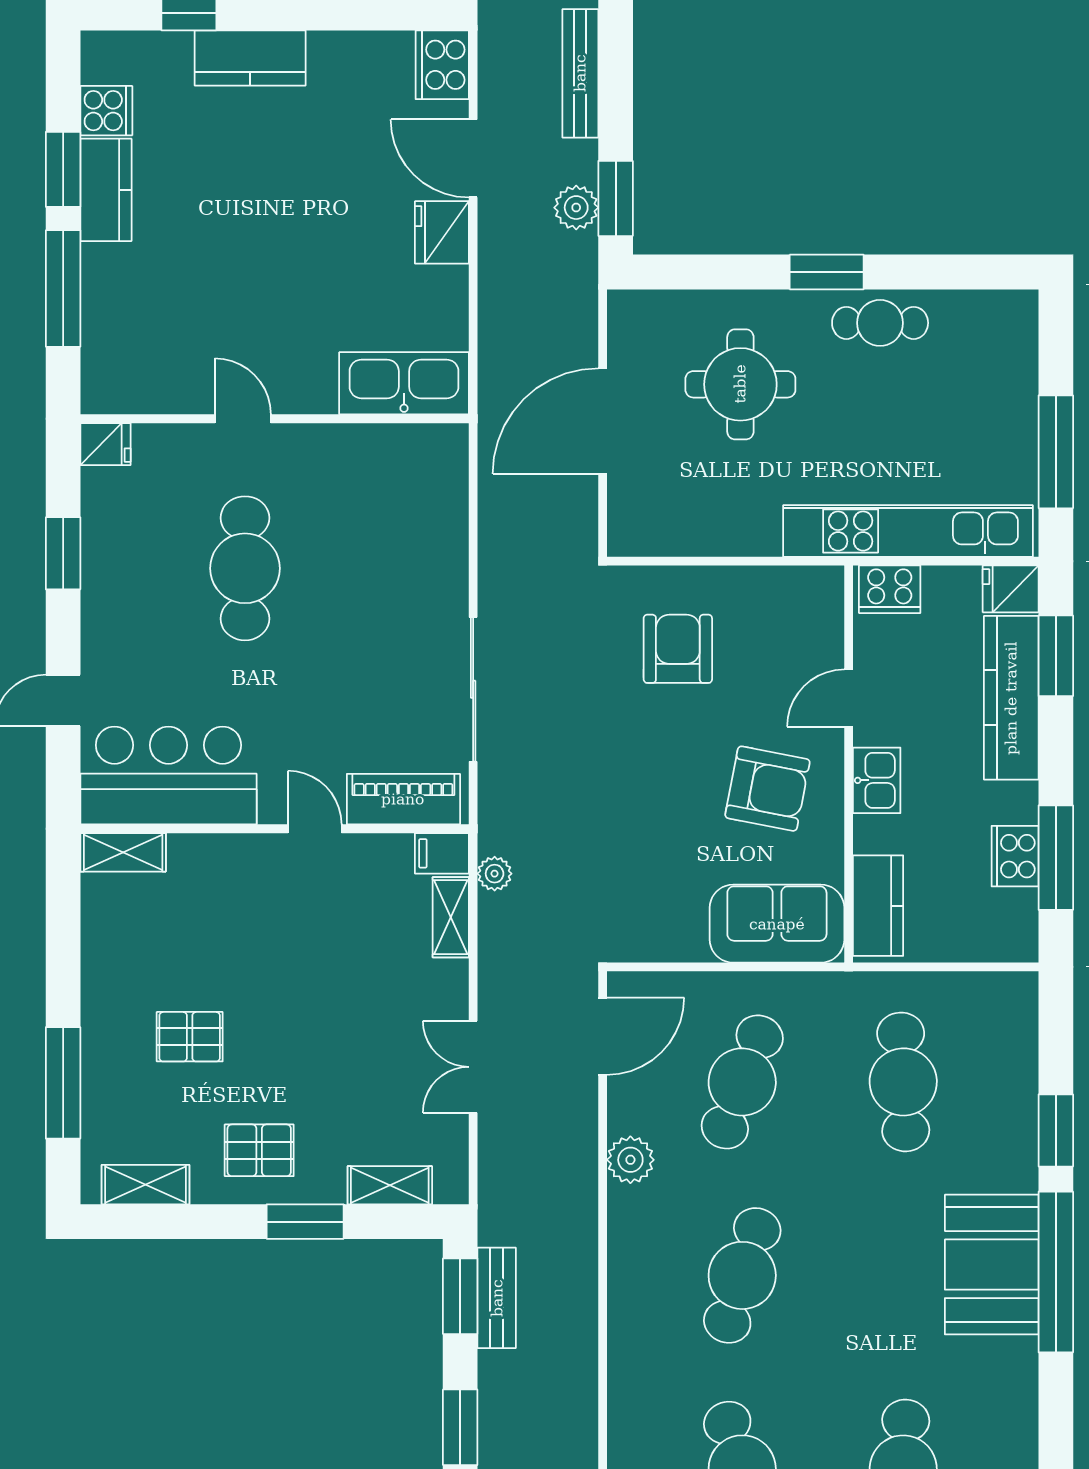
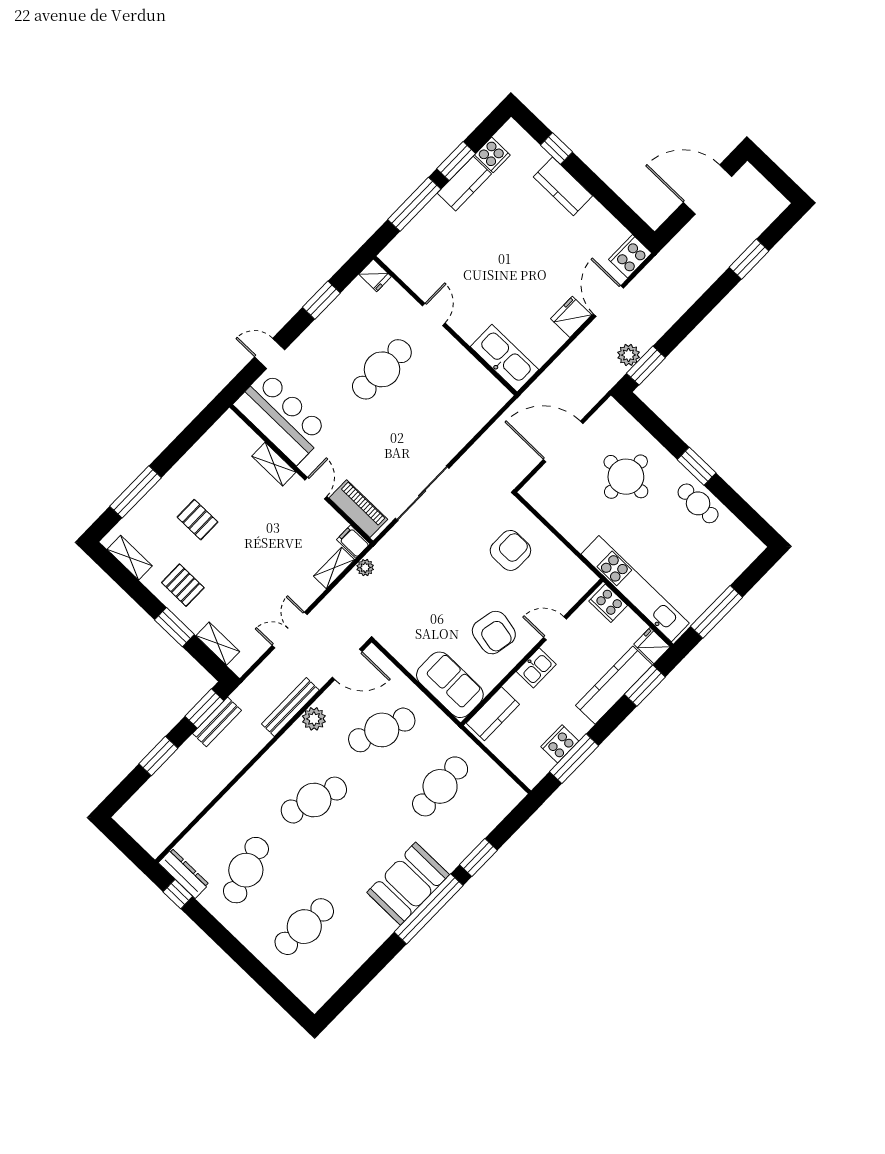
bench: (580, 73) -> (290, 707), moved
shelving: (123, 852) -> (274, 464), moved

